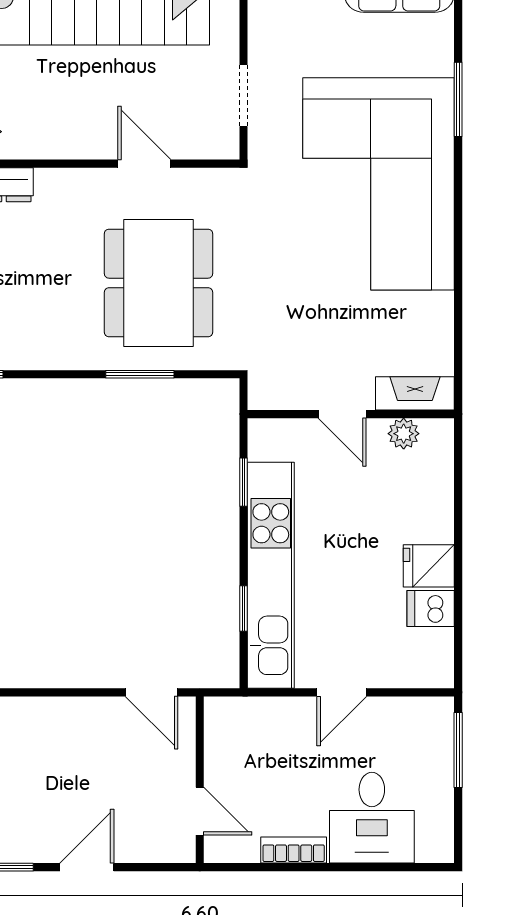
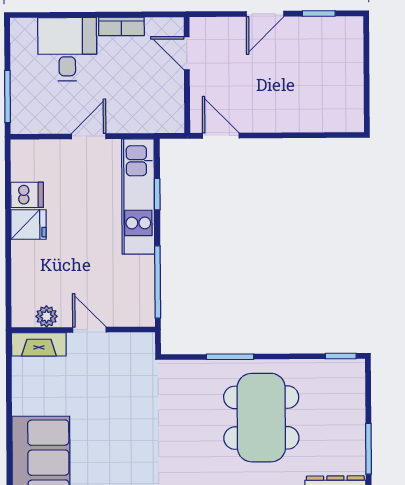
dining table: (158, 283) -> (261, 418), moved
window: (243, 482) -> (158, 282), width x2.17
kitchen unit: (271, 575) -> (138, 196), width x0.73

